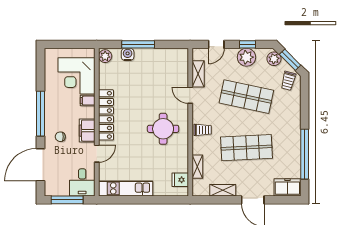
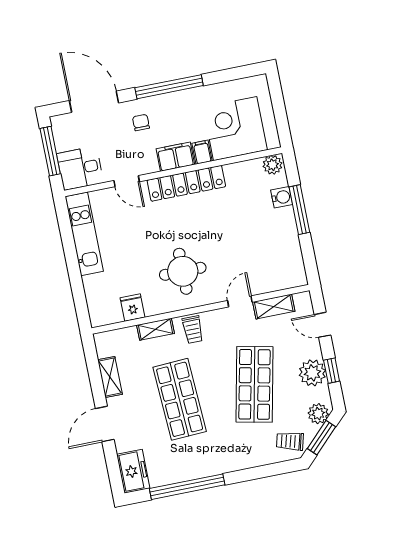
filing cabinet: (87, 131) -> (175, 157), moved
shelving: (197, 167) -> (156, 329), moved
fridge: (180, 180) -> (132, 308), moved

